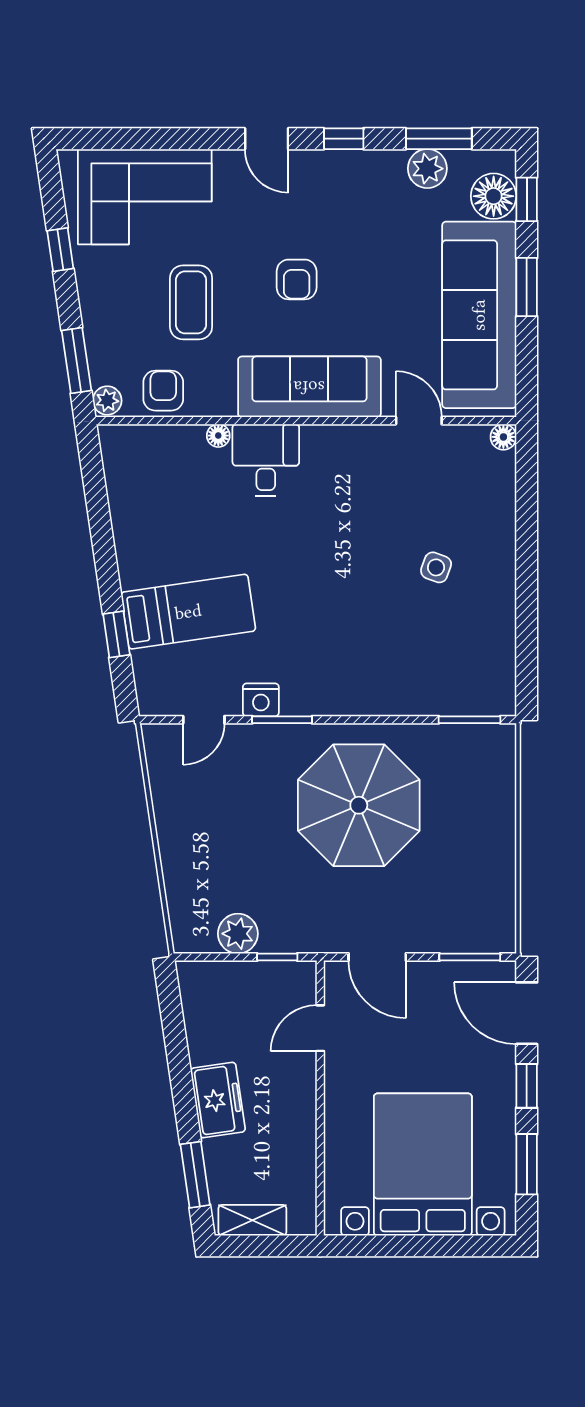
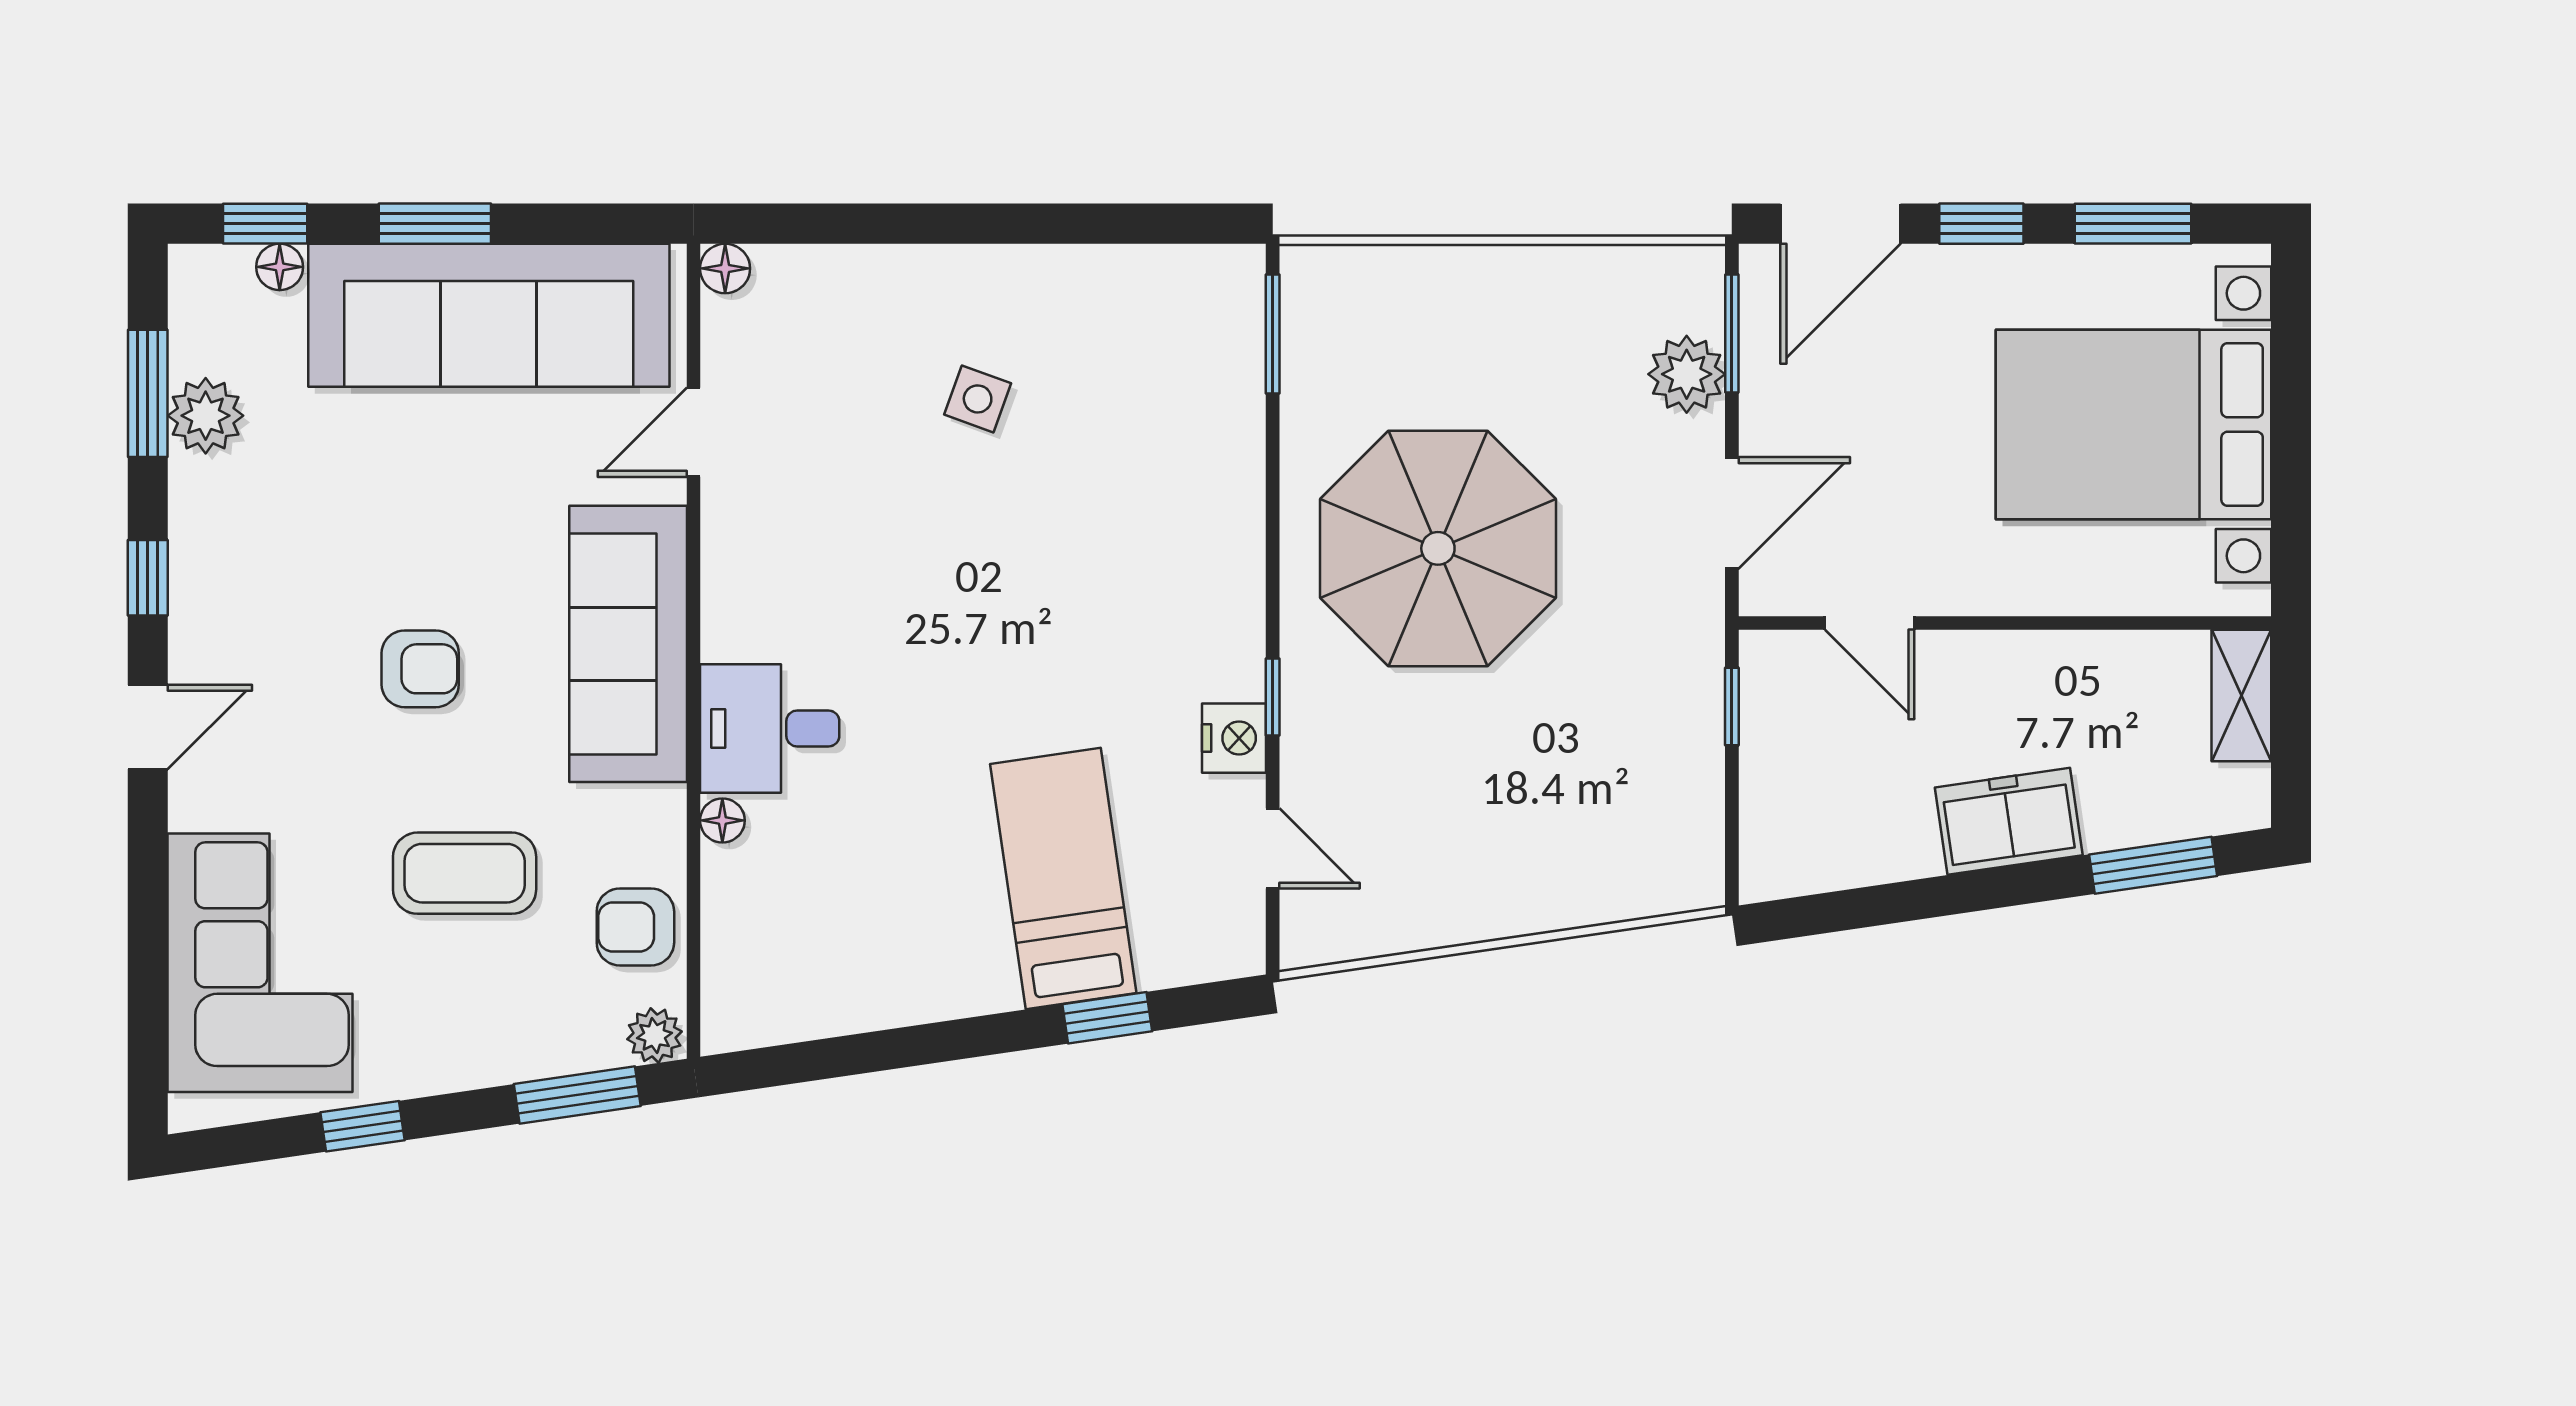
floor lamp: (494, 196) -> (280, 267), width x0.53, depth x0.53
window: (282, 720) -> (1273, 697), width x0.67
plant: (238, 934) -> (1687, 374), moved
shelving: (252, 1220) -> (2241, 695), moved

